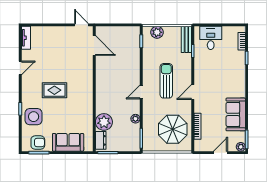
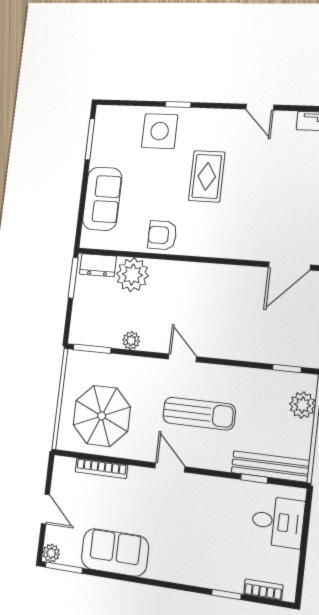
bench: (186, 39) -> (270, 467), width x1.36
armchair: (38, 143) -> (162, 235), moved, turned 90

